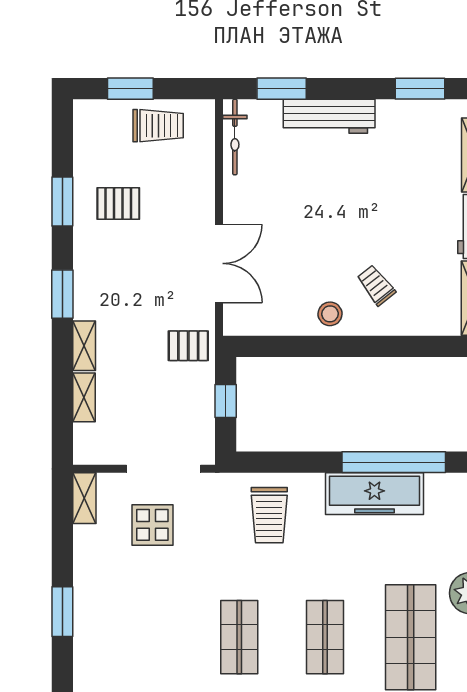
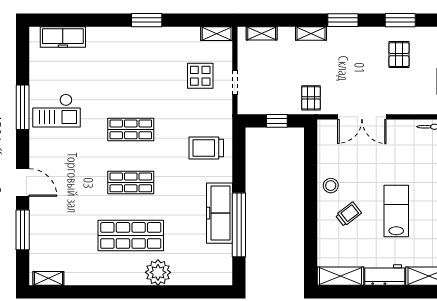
lab bench: (371, 208) -> (396, 211), added
shelving: (84, 397) -> (262, 33), moved
doorway: (164, 469) -> (235, 83), width x0.53

